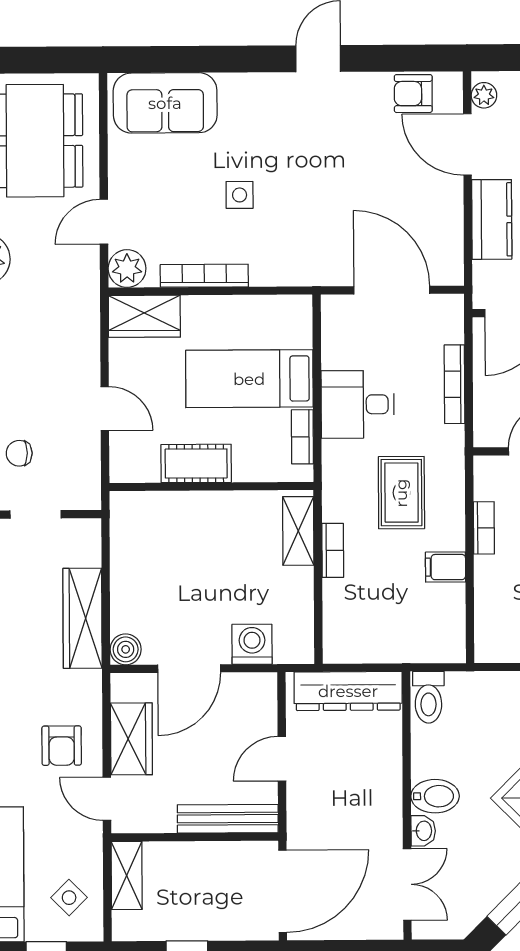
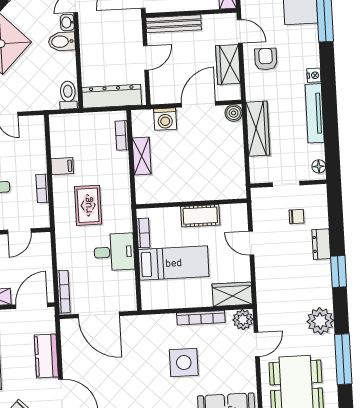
side table: (240, 195) -> (184, 363), width x1.87, depth x1.87
bookcase: (455, 384) -> (64, 292), moved
shelving: (298, 531) -> (142, 156), moved
bookcase: (333, 550) -> (122, 135), moved

